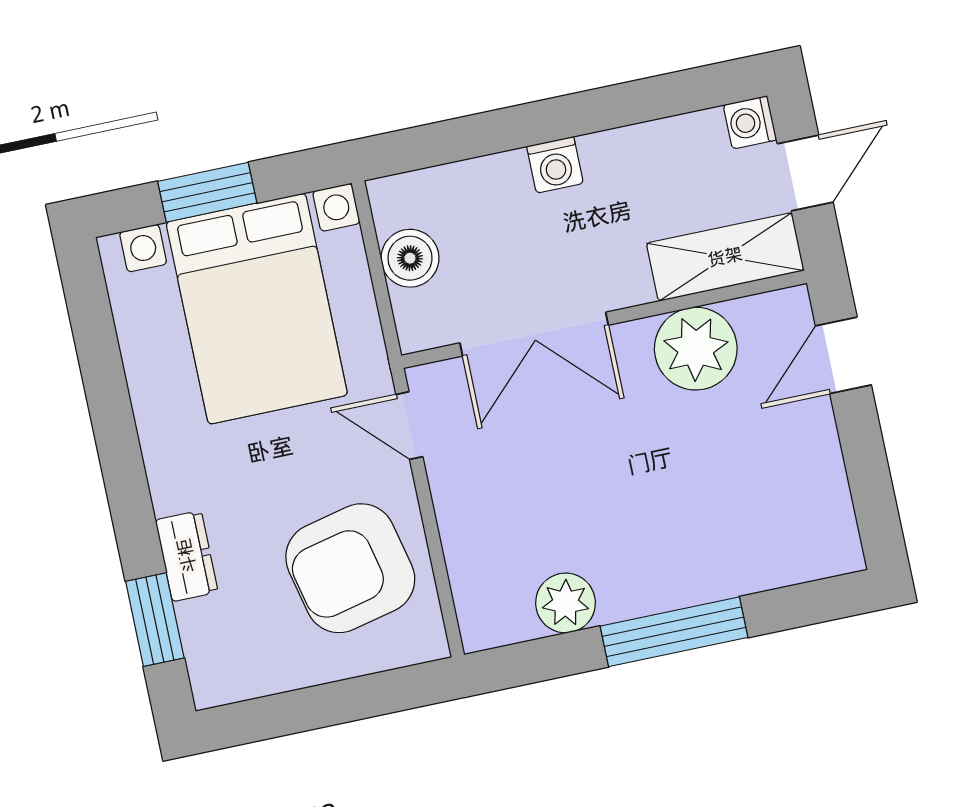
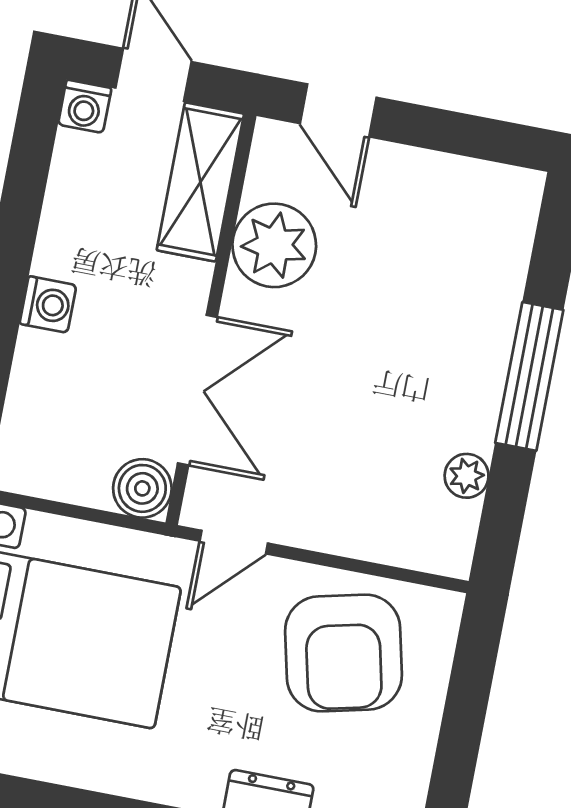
boiler: (410, 258) -> (142, 488), moved
plant: (566, 603) -> (467, 476), width x0.73, depth x0.73

